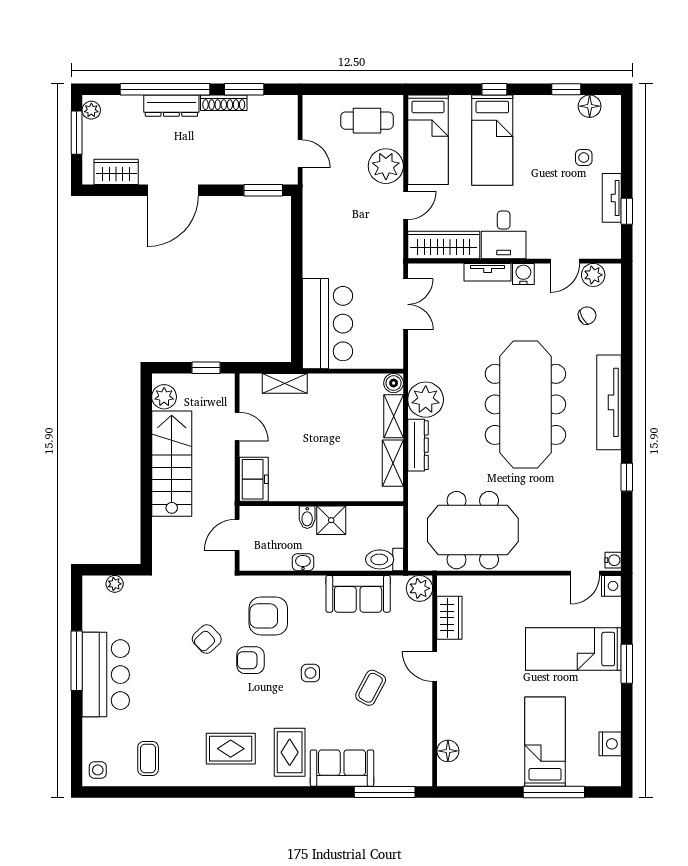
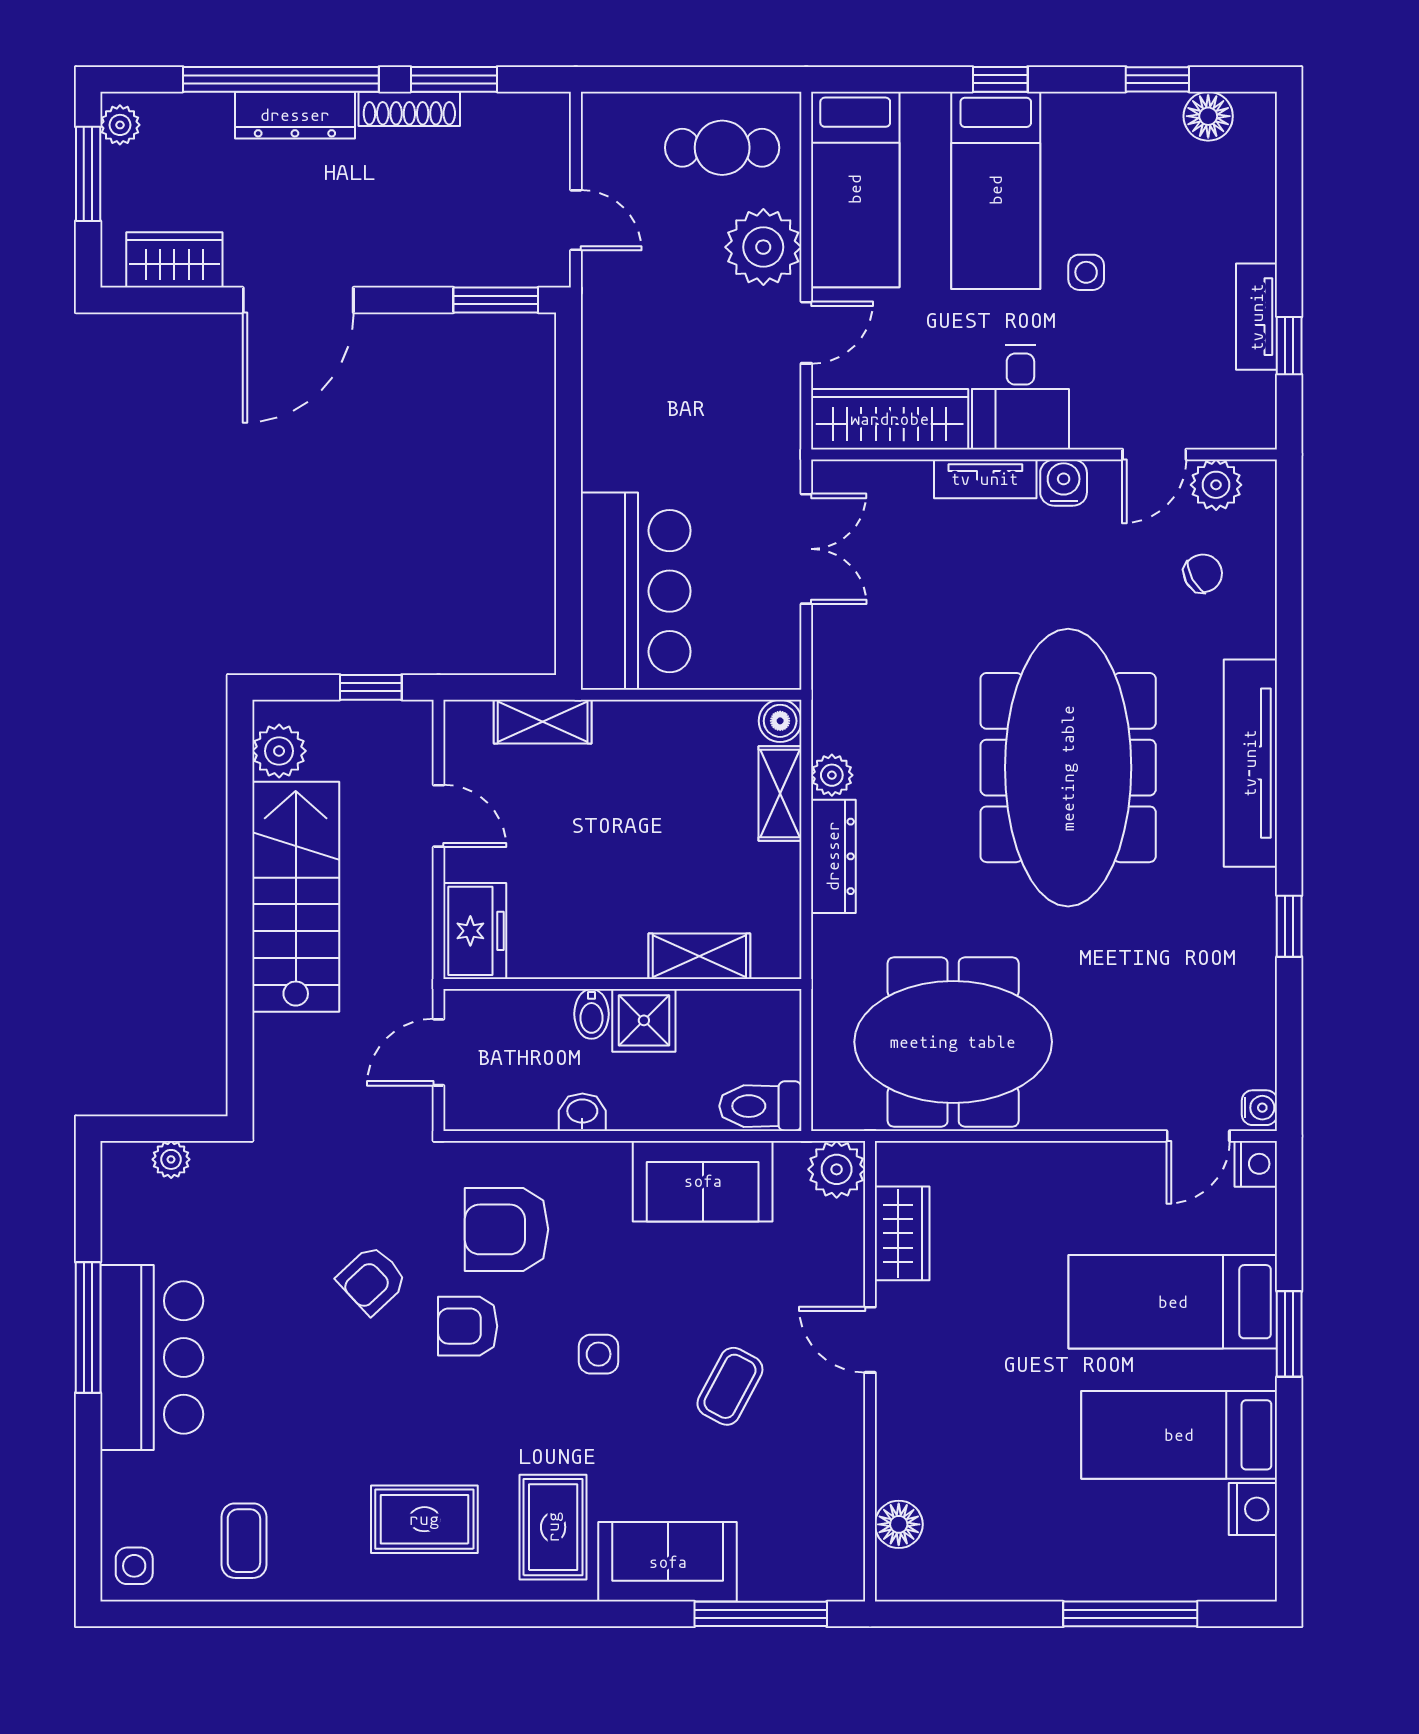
side table: (584, 158) -> (1086, 272), moved
plant: (426, 400) -> (832, 775), width x0.53, depth x0.53
shelving: (393, 463) -> (699, 956), moved, turned 90
bed: (545, 742) -> (1179, 1435), moved, turned -90

